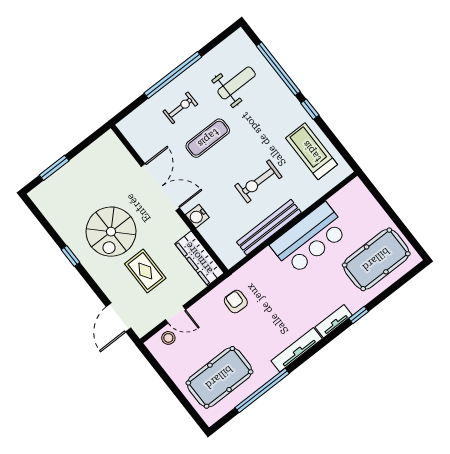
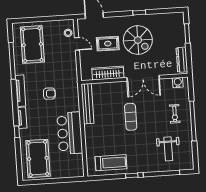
exercise mat: (208, 138) -> (131, 117), moved
dresser: (96, 150) -> (182, 60), added
exercise bike: (258, 181) -> (114, 127), removed
water cooler: (197, 216) -> (178, 83), moved
bench: (269, 227) -> (87, 104), moved
spiral stairs: (111, 232) -> (138, 40), turned 180
wardrobe: (199, 258) -> (108, 73), moved
armchair: (236, 302) -> (49, 94), moved
door: (175, 315) -> (77, 44), swing flipped

